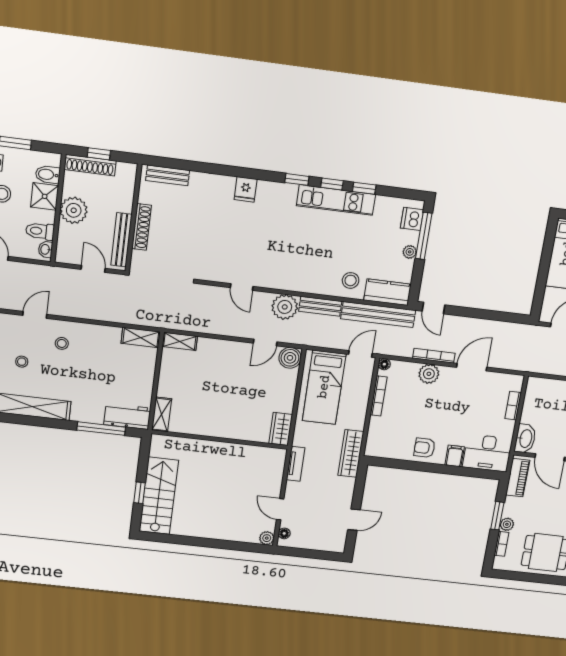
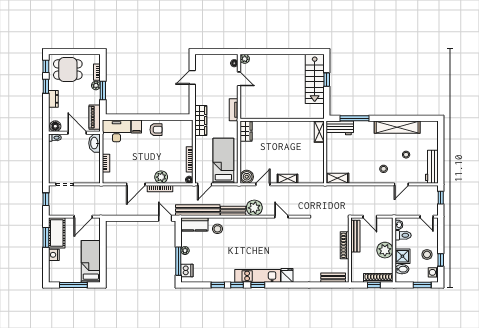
kitchen unit: (336, 200) -> (258, 276), moved
shelving: (180, 341) -> (287, 179), moved

